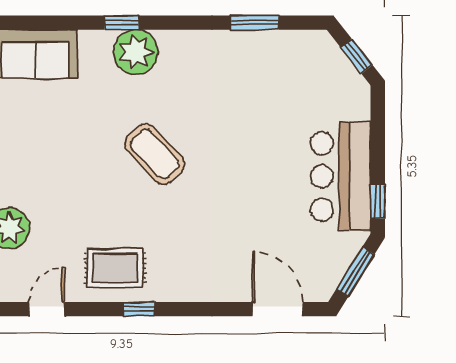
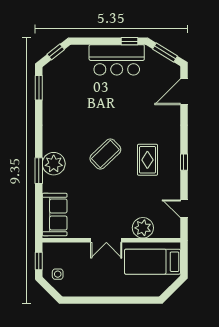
window: (122, 23) -> (39, 171), width x1.50
window: (255, 23) -> (39, 88), moved
rug: (115, 268) -> (147, 160), moved

